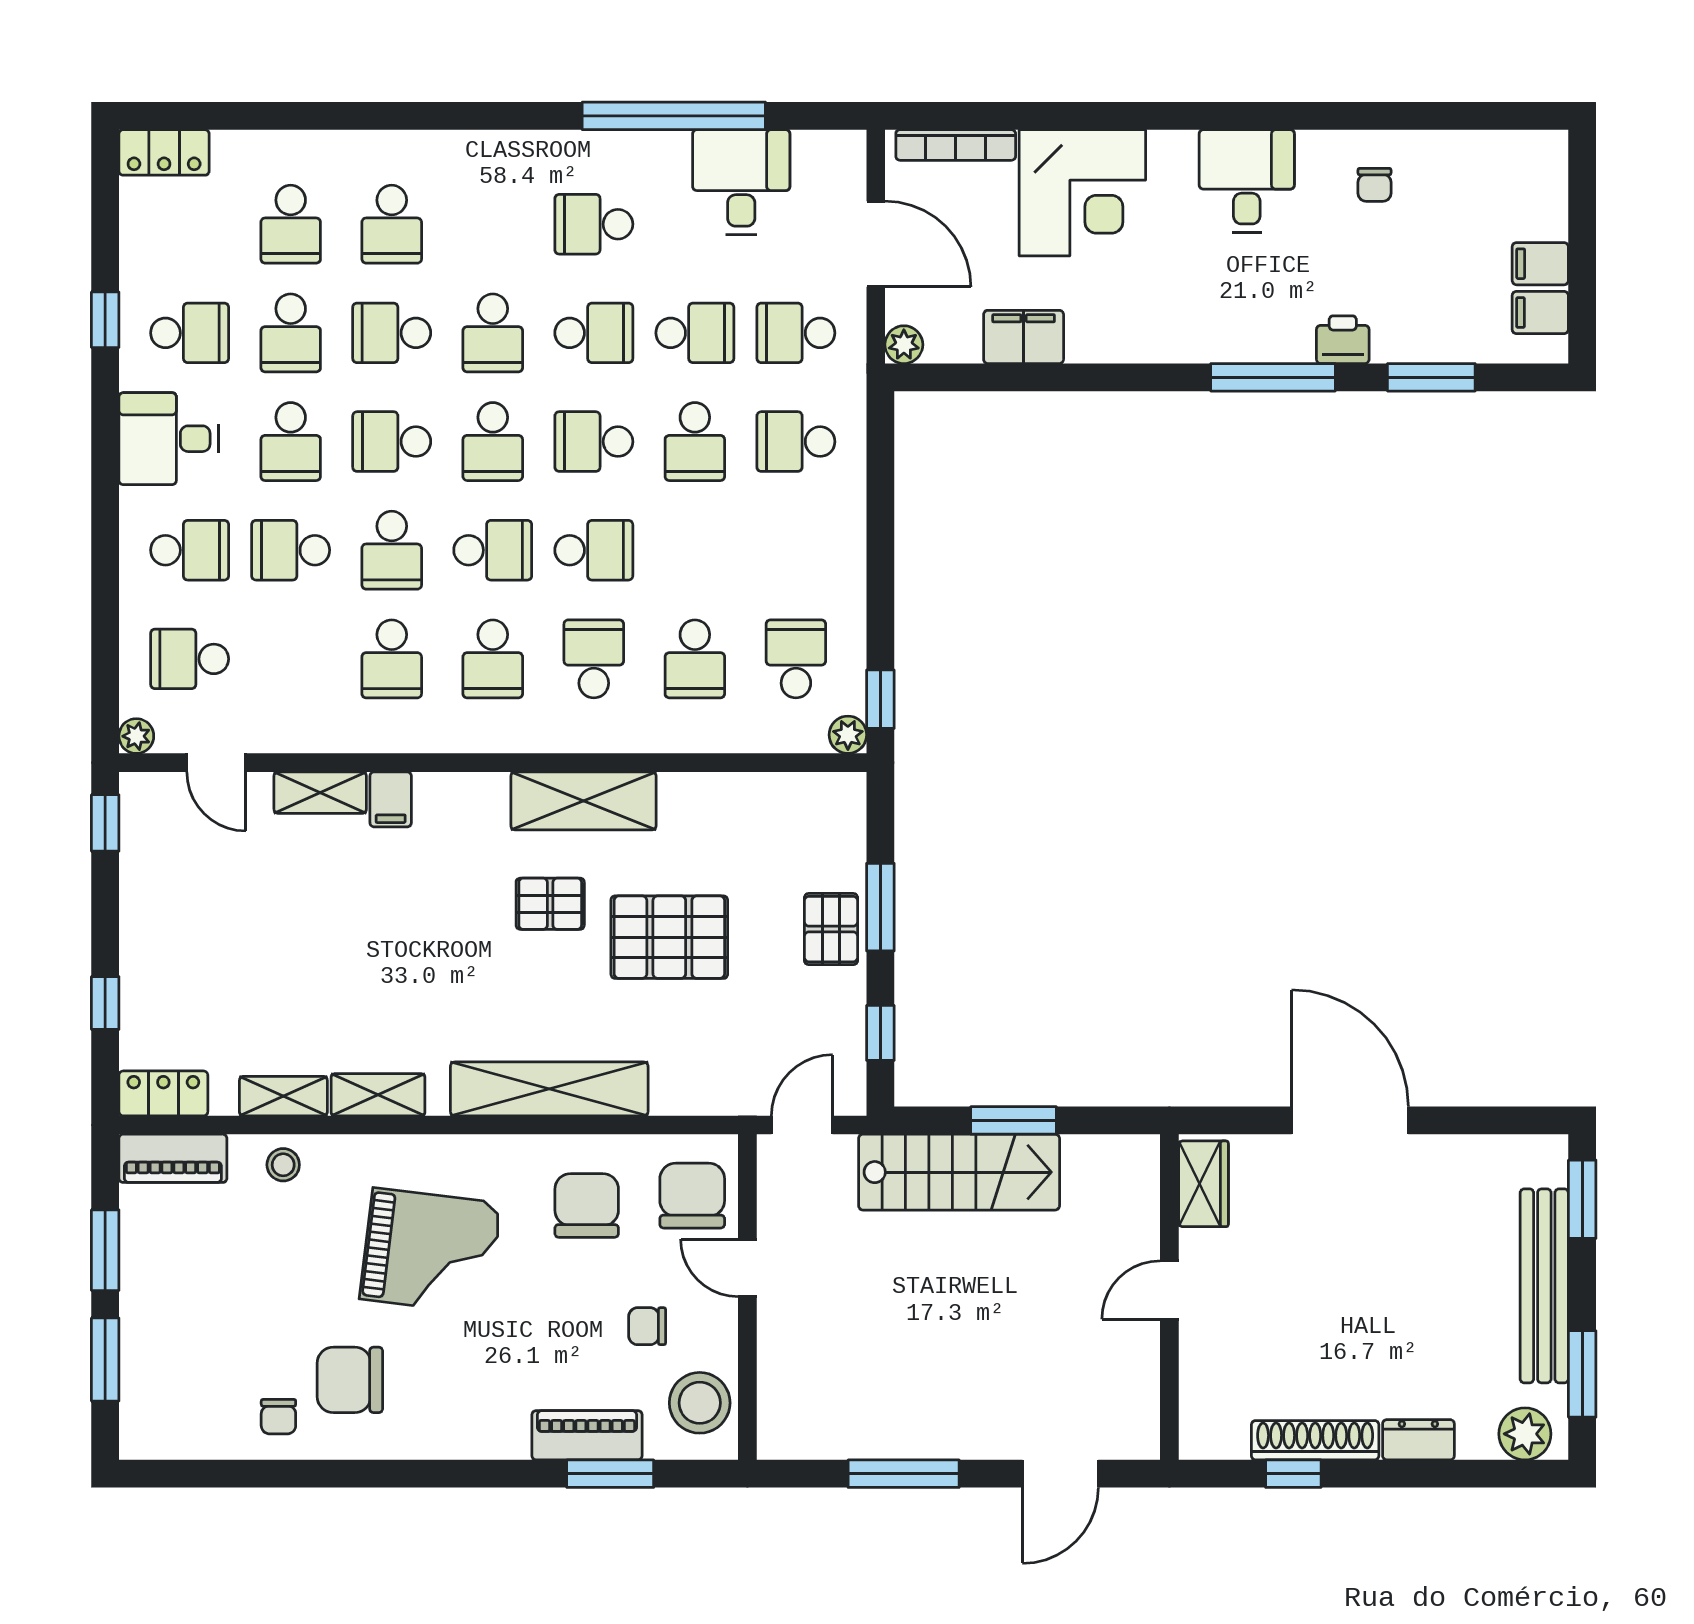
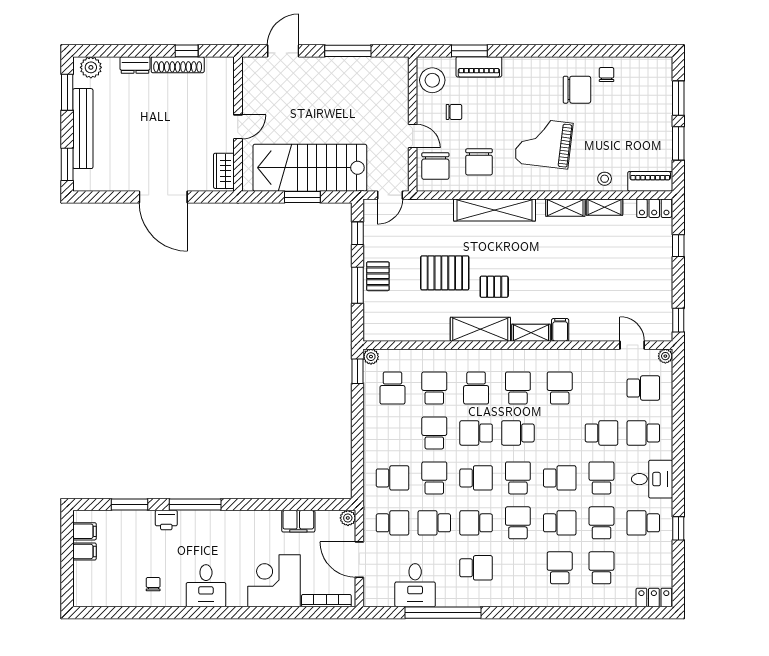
school desk: (392, 550) -> (434, 433), moved
shelving: (320, 793) -> (531, 333), moved
stairs: (959, 1172) -> (310, 168), width x1.36, depth x1.51

